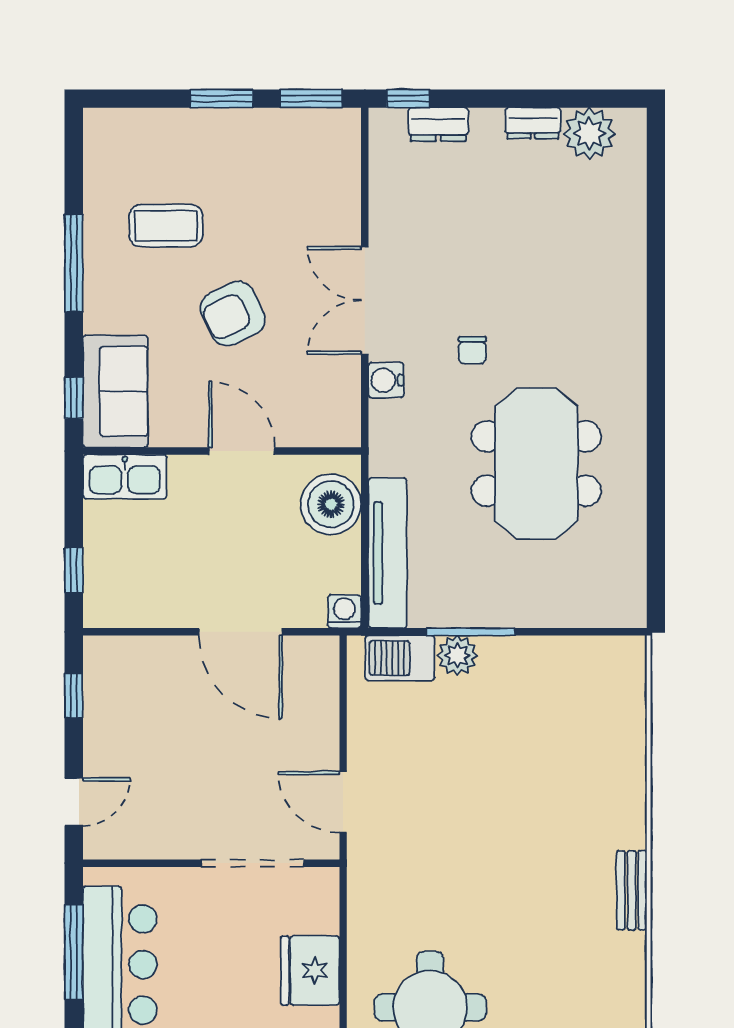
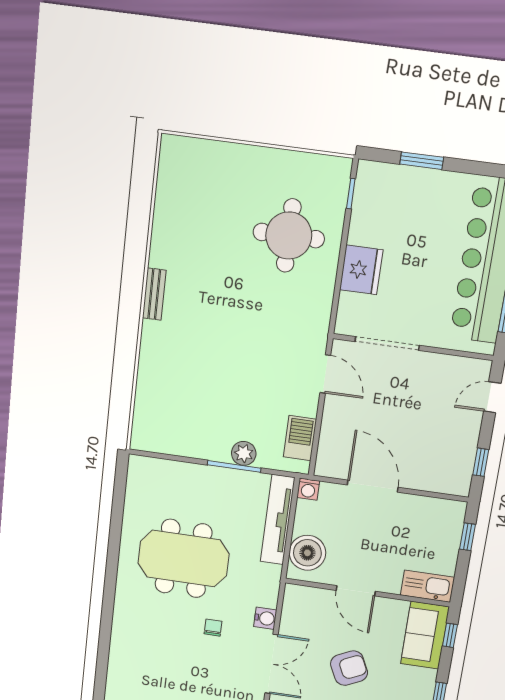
meeting table: (536, 464) -> (183, 559), turned 90
barbecue: (400, 658) -> (300, 438), moved, turned -90

